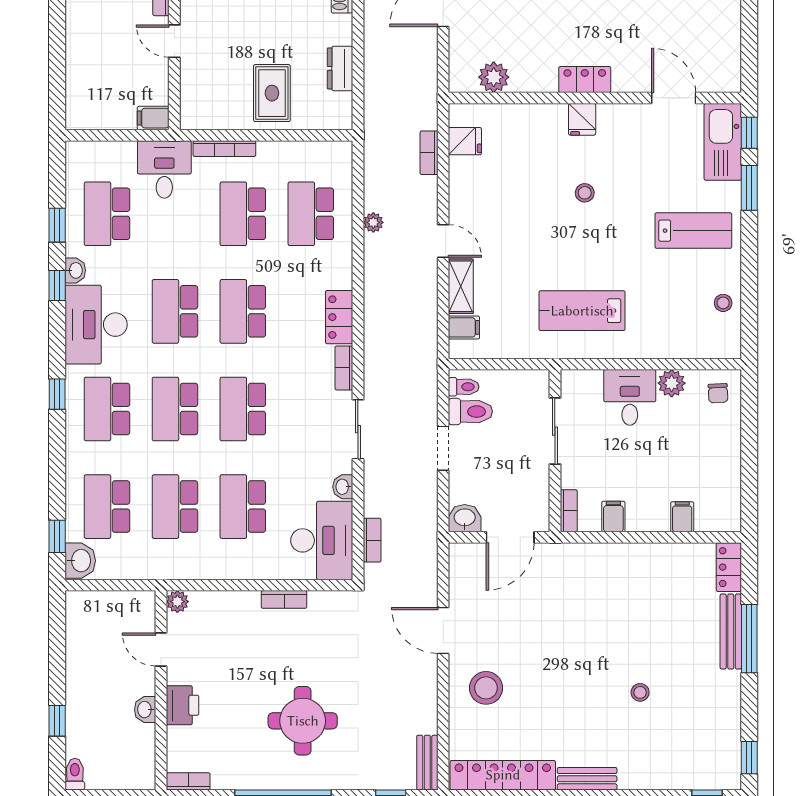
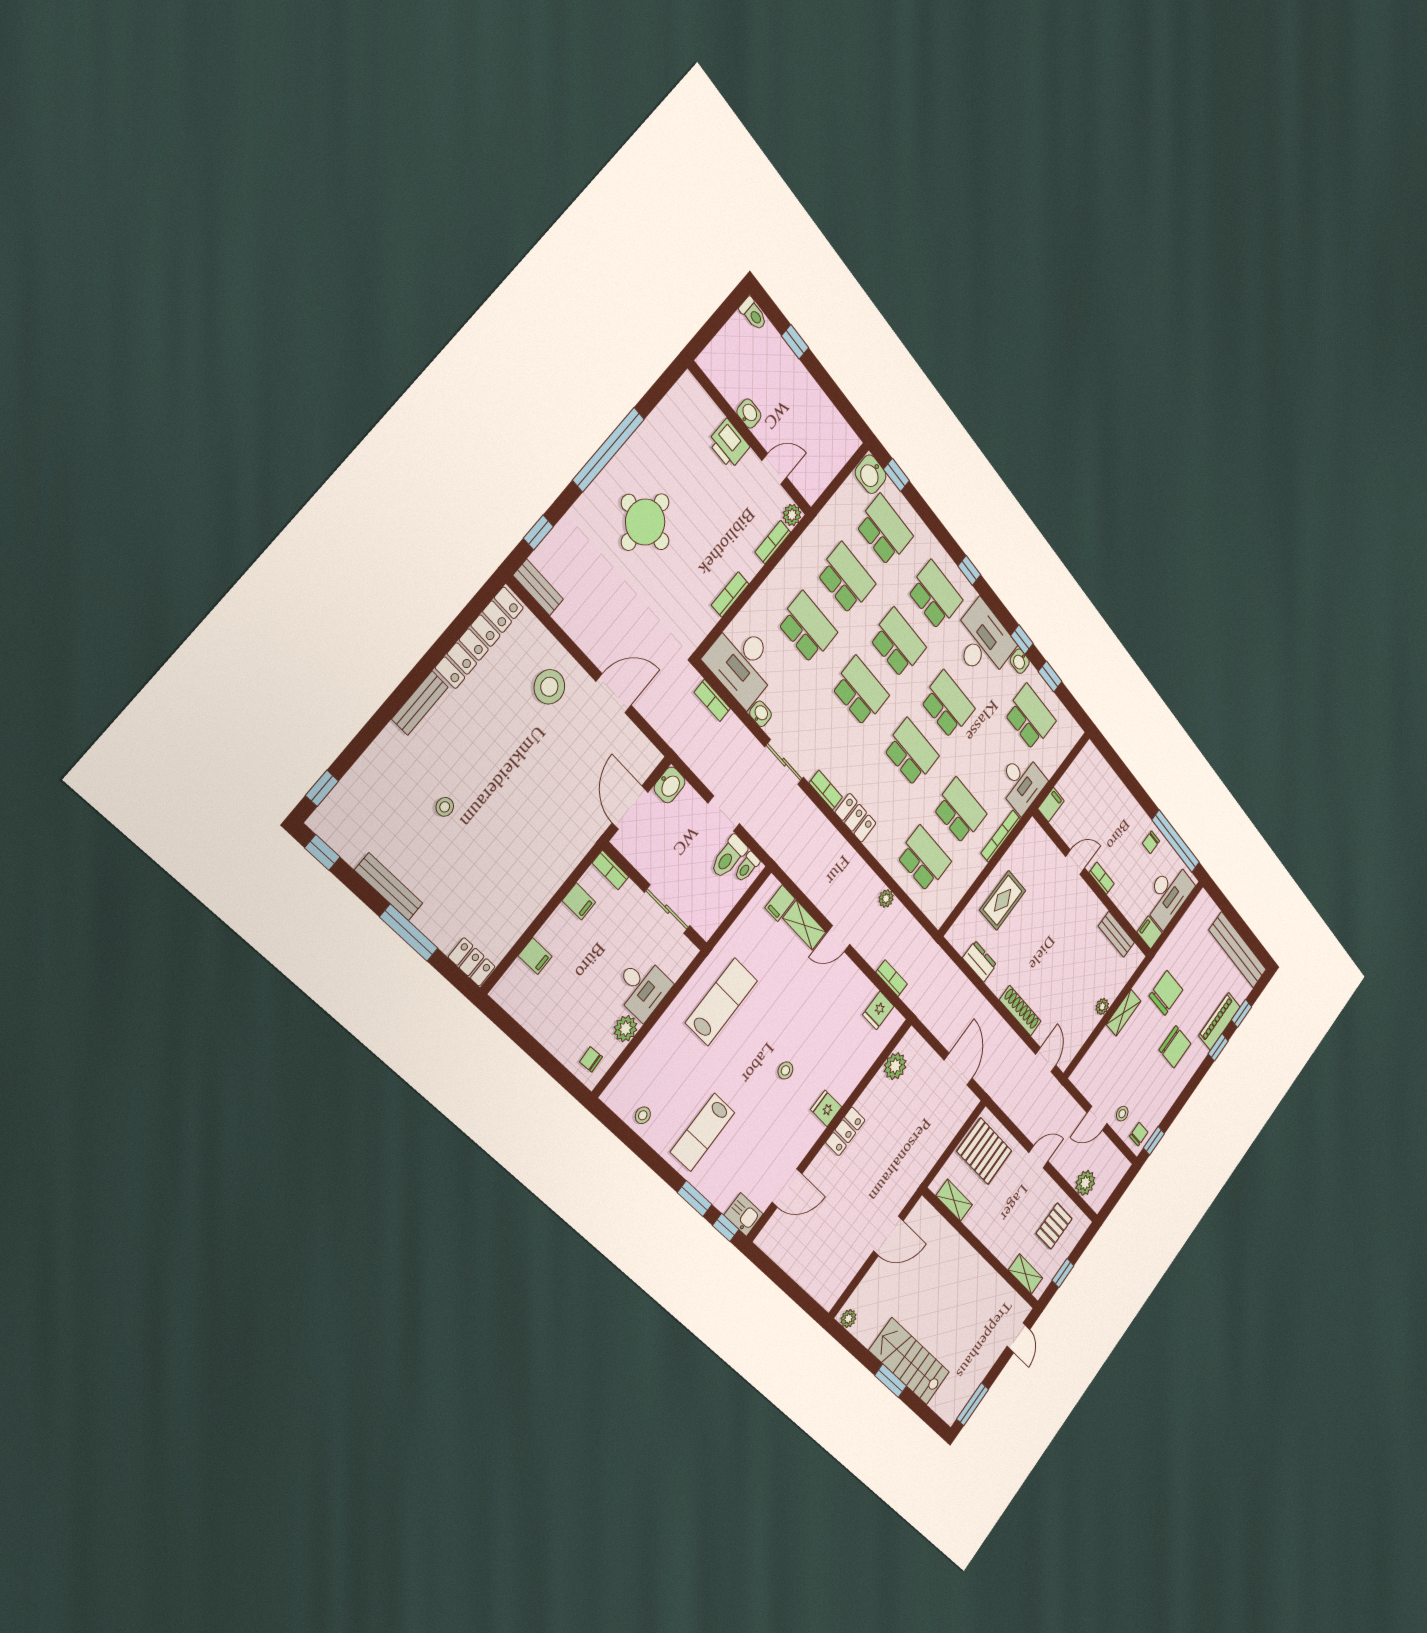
rug: (272, 93) -> (1003, 900), turned 90
kitchen sink: (723, 142) -> (744, 1214), width x0.53, depth x0.81
bench: (731, 631) -> (389, 887), moved
bookcase: (188, 781) -> (773, 542), moved, turned 180

